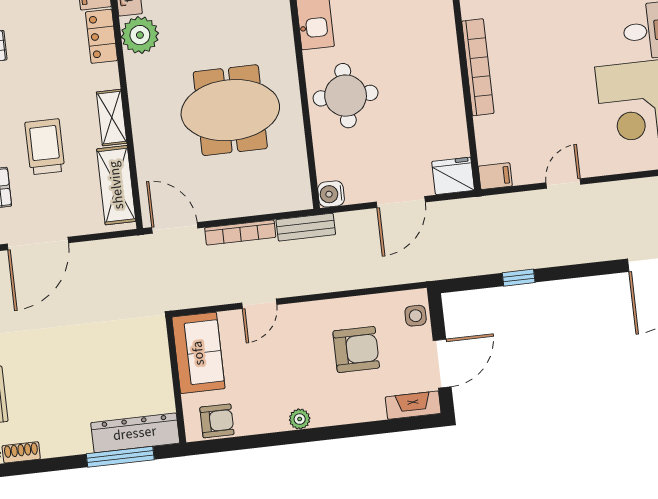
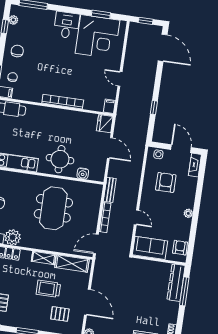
water cooler: (331, 194) -> (83, 174), moved

